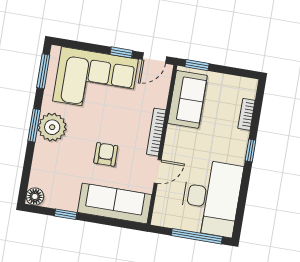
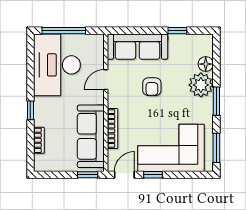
sofa: (187, 99) -> (91, 136), width x1.36
plant: (52, 127) -> (201, 85), moved
bookcase: (156, 132) -> (113, 129), moved
floor lamp: (35, 196) -> (206, 64), moved

